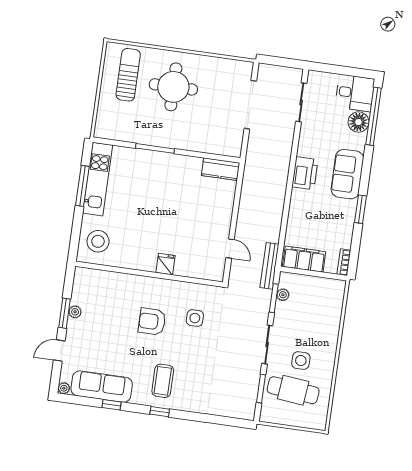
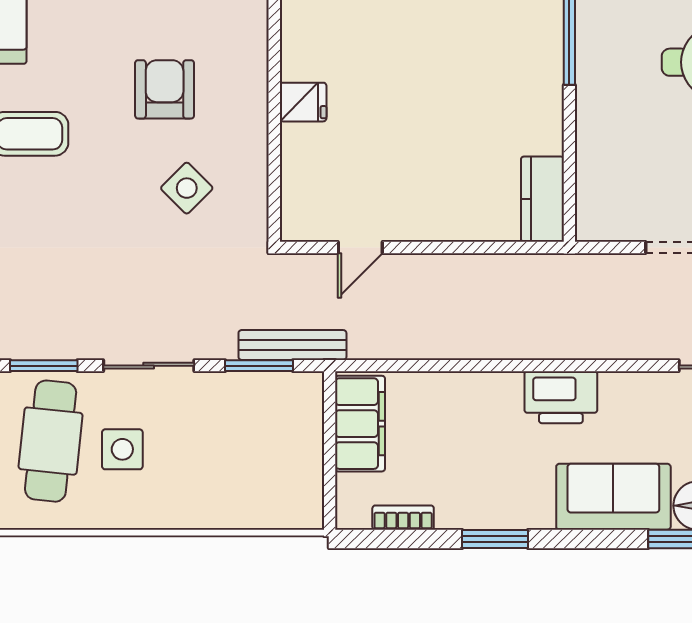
sofa: (347, 174) -> (613, 497), moved
bookcase: (344, 262) -> (403, 518), moved
bench: (269, 266) -> (292, 345), moved
plant: (283, 295) -> (270, 386), removed
side table: (195, 318) -> (187, 188), turned 45

